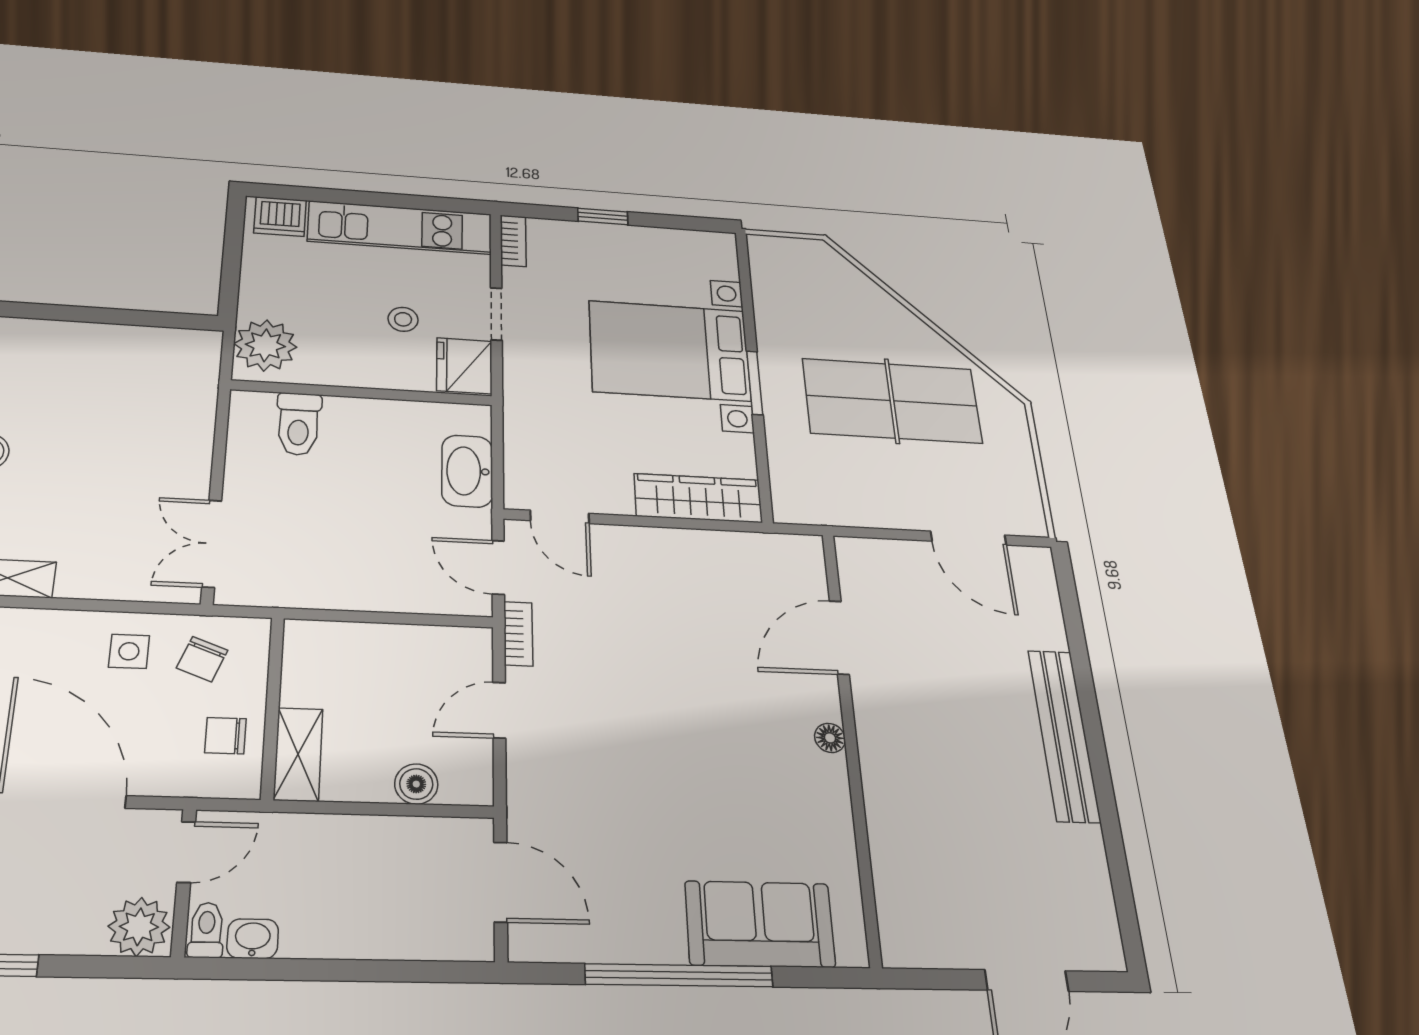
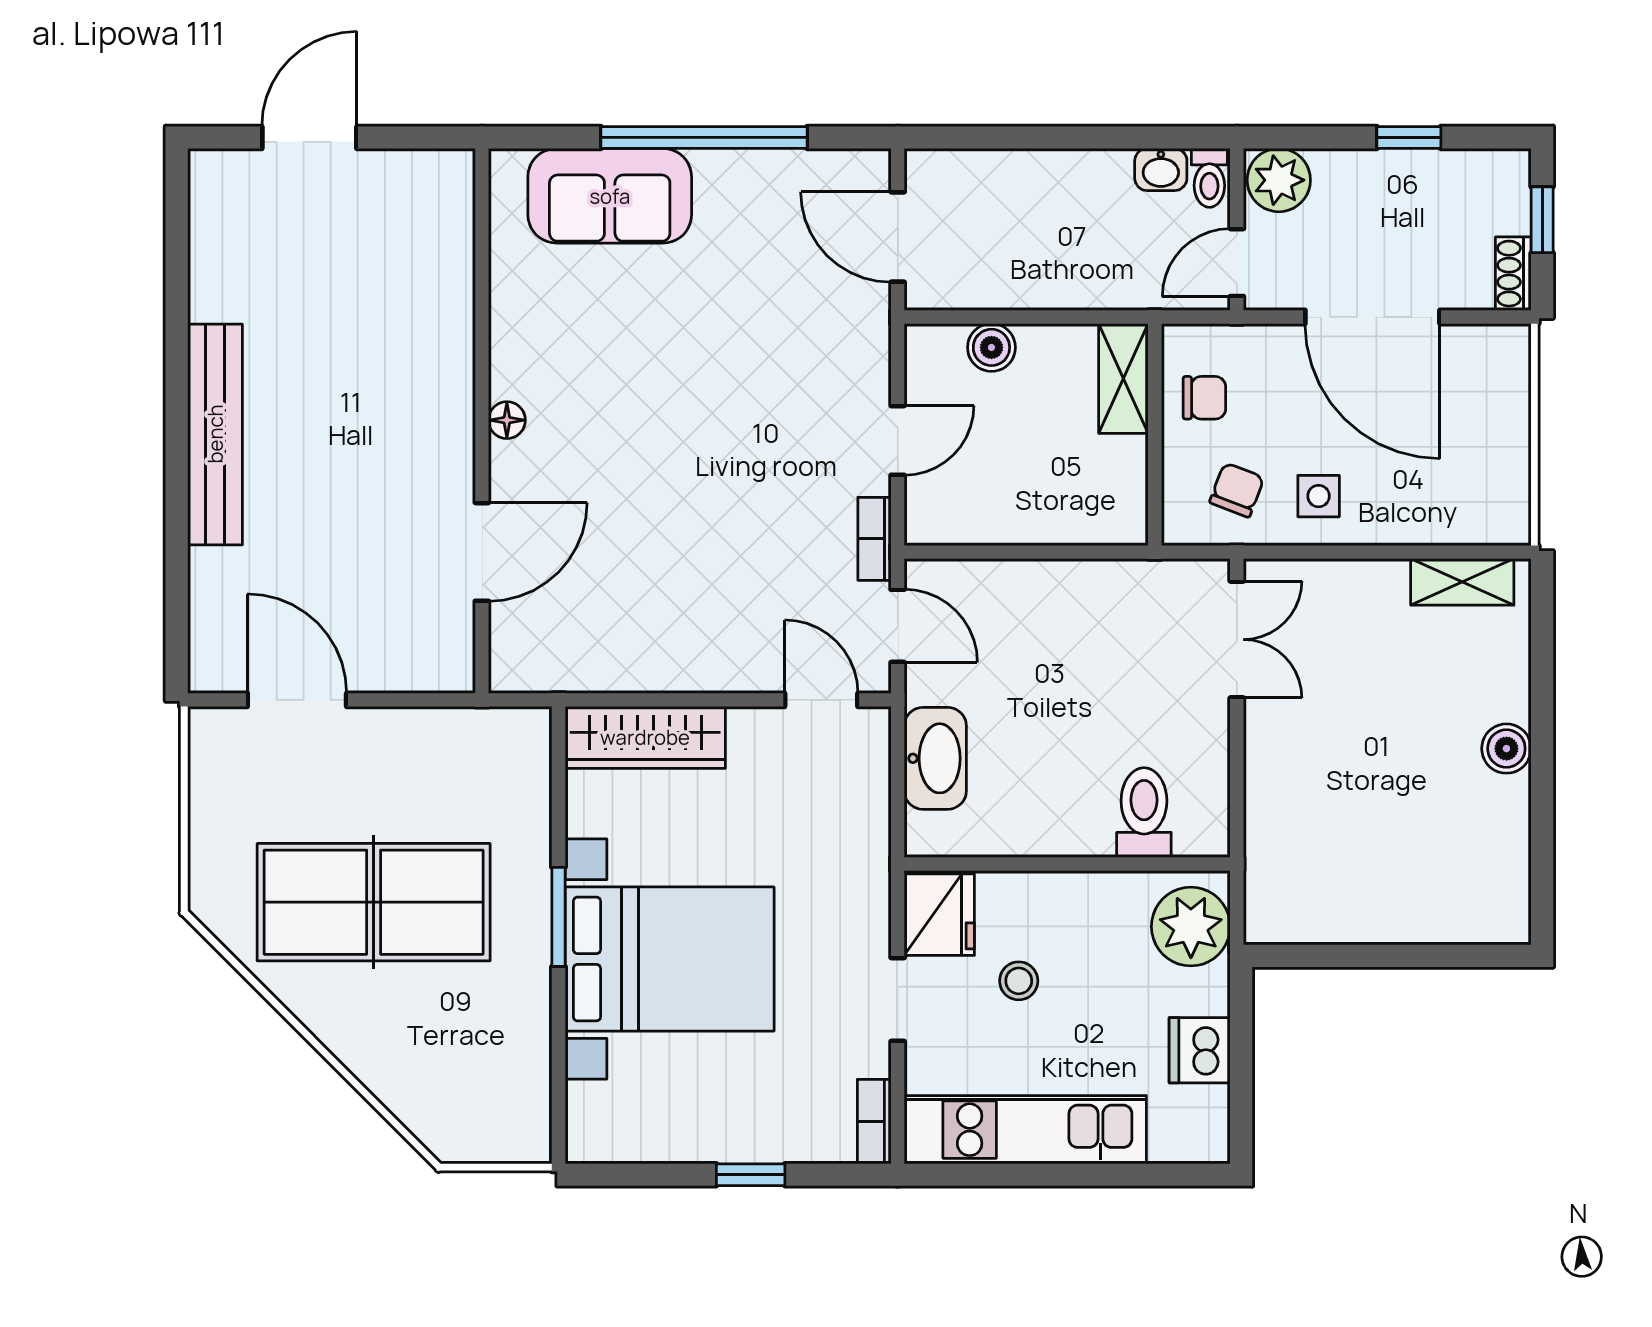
dishwasher: (280, 217) -> (1200, 1050), moved, turned -90

